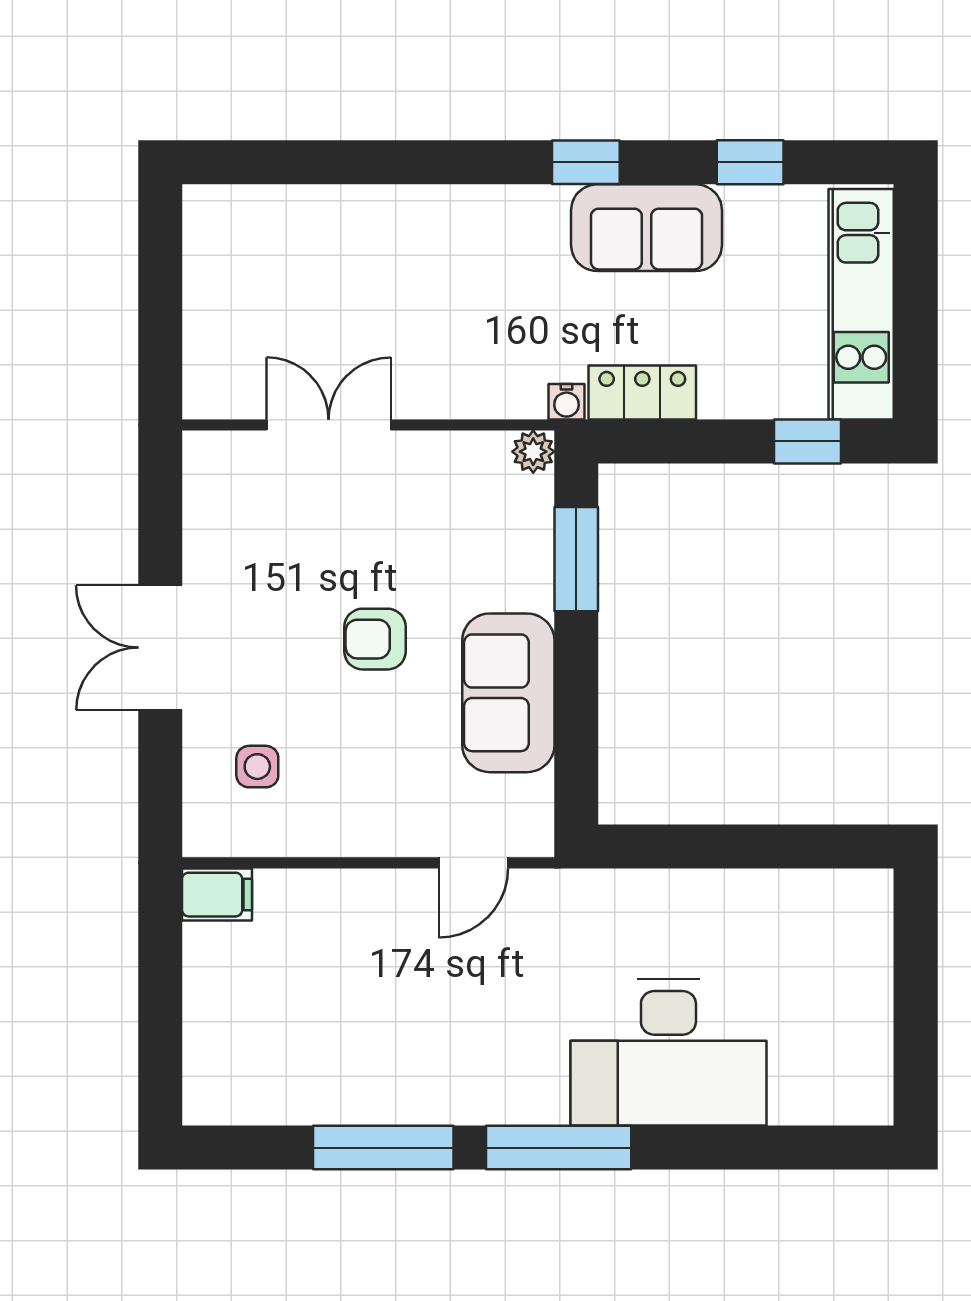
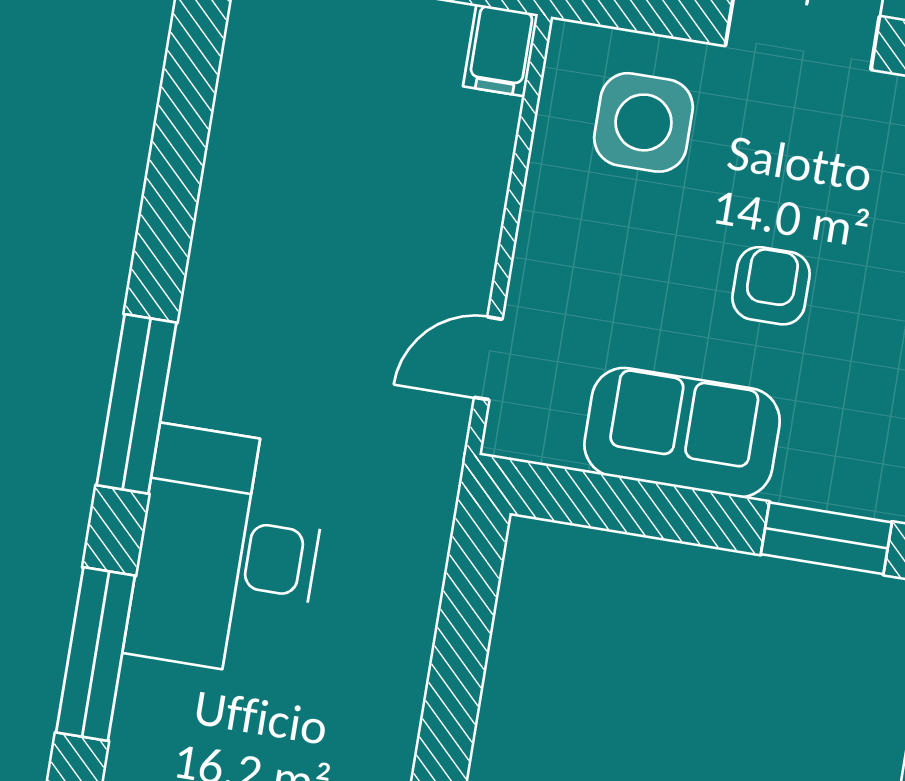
side table: (257, 767) -> (644, 122), width x1.87, depth x1.87
door: (473, 863) -> (488, 358), hinge flipped
window: (383, 1148) -> (96, 654), moved

